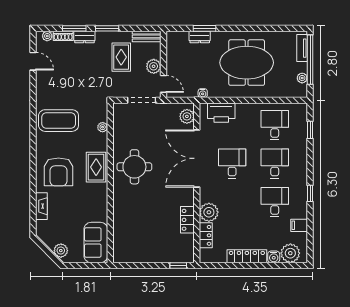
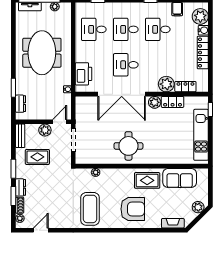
dresser: (200, 37) -> (21, 104), moved
plant: (187, 116) -> (155, 102), moved
rug: (96, 167) -> (147, 180), moved
fireplace: (41, 206) -> (173, 223), moved
sofa: (96, 242) -> (180, 178), moved
kitchen unit: (148, 254) -> (201, 135), added

